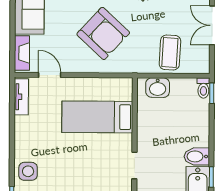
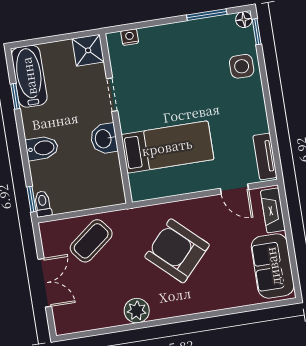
coffee table: (170, 52) -> (91, 241), turned 49
washbasin: (158, 88) -> (104, 139), moved, turned -90
bidet: (197, 156) -> (42, 148), moved

